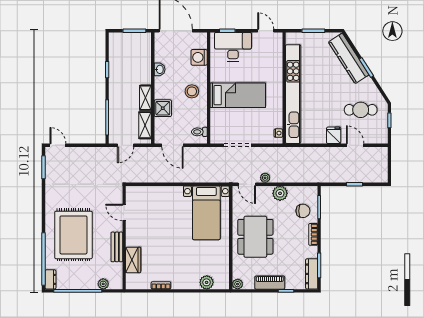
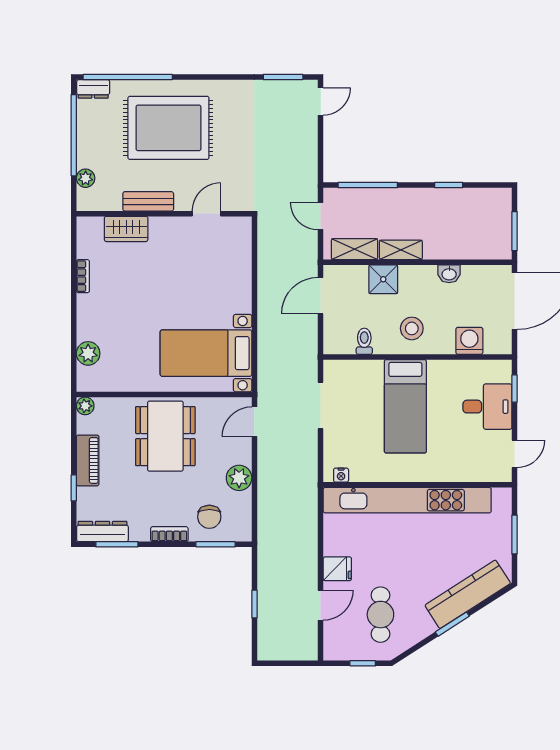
desk: (233, 47) -> (487, 407), width x0.73
toilet: (199, 132) -> (364, 341), moved
plant: (265, 178) -> (265, 453), removed
dining table: (255, 237) -> (165, 436), turned 90

